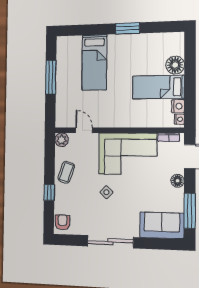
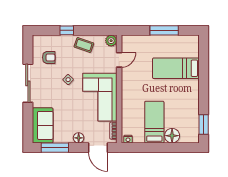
window: (128, 28) -> (204, 125), moved
nightstand: (178, 106) -> (139, 138), removed
armchair: (62, 222) -> (49, 57), moved

